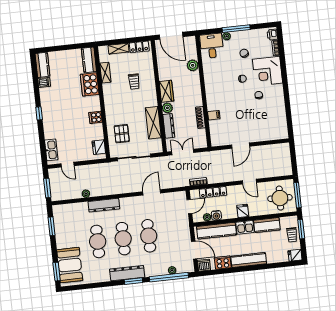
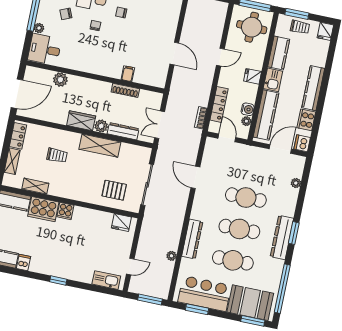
cooker: (96, 117) -> (65, 211), moved
shelving: (153, 123) -> (100, 146), moved
bar counter: (65, 228) -> (205, 294), added
window: (169, 277) -> (282, 289), moved

